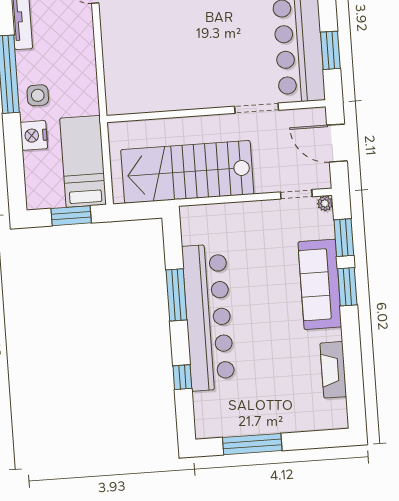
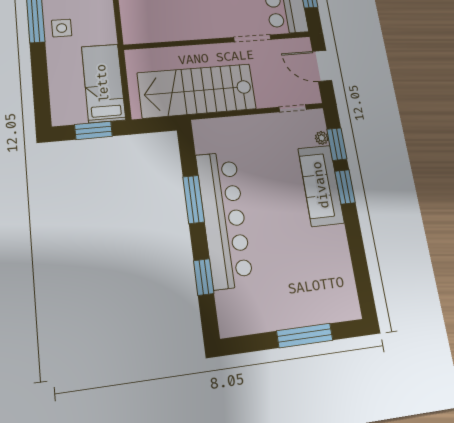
nightstand: (34, 135) -> (58, 61), removed
plant: (325, 203) -> (322, 138), moved
fireplace: (333, 370) -> (342, 263), removed
window: (182, 377) -> (204, 277), width x1.50
window: (252, 444) -> (305, 336), moved

